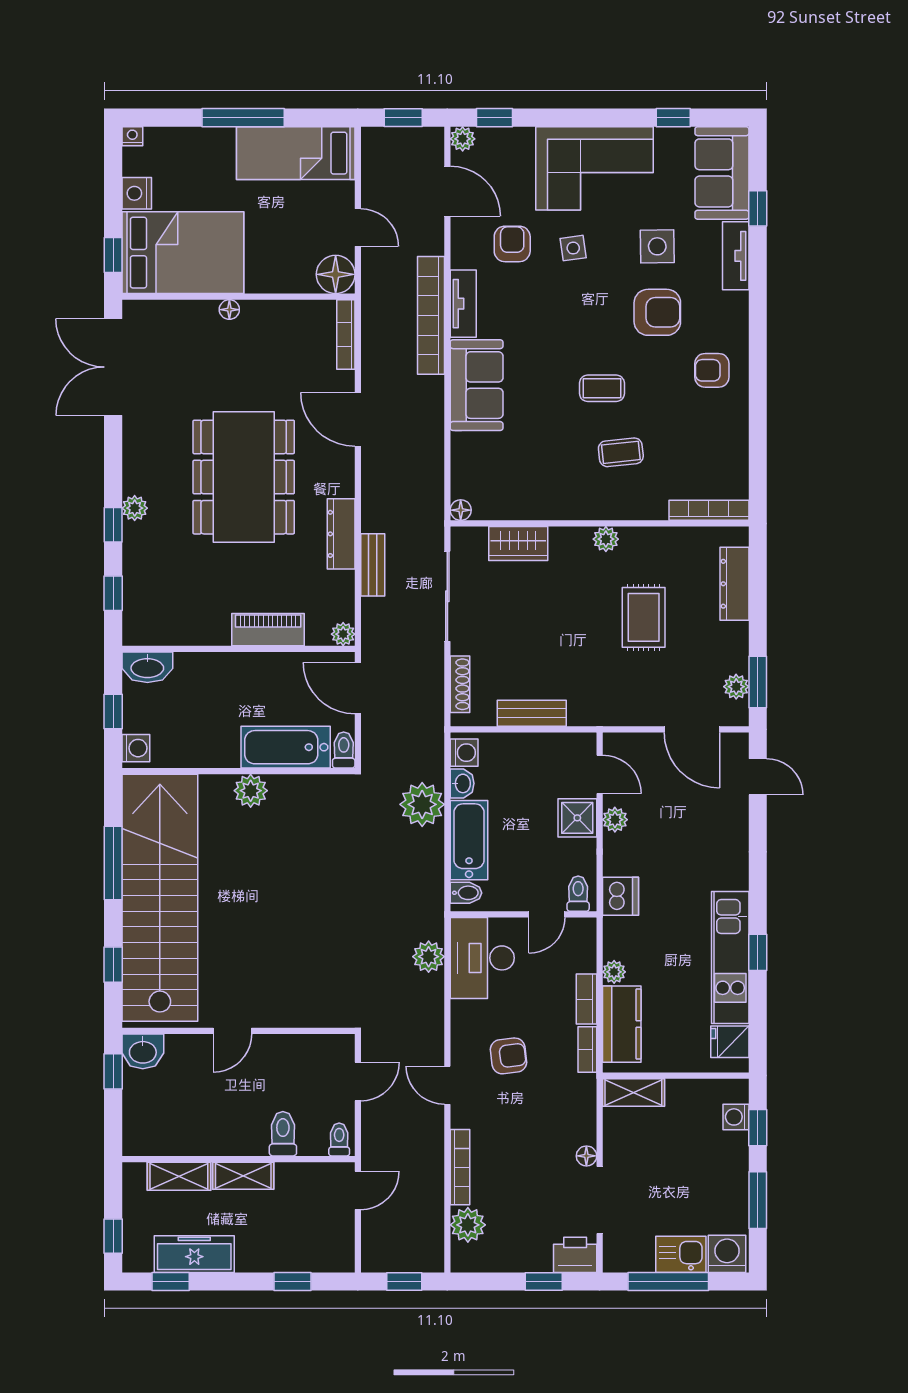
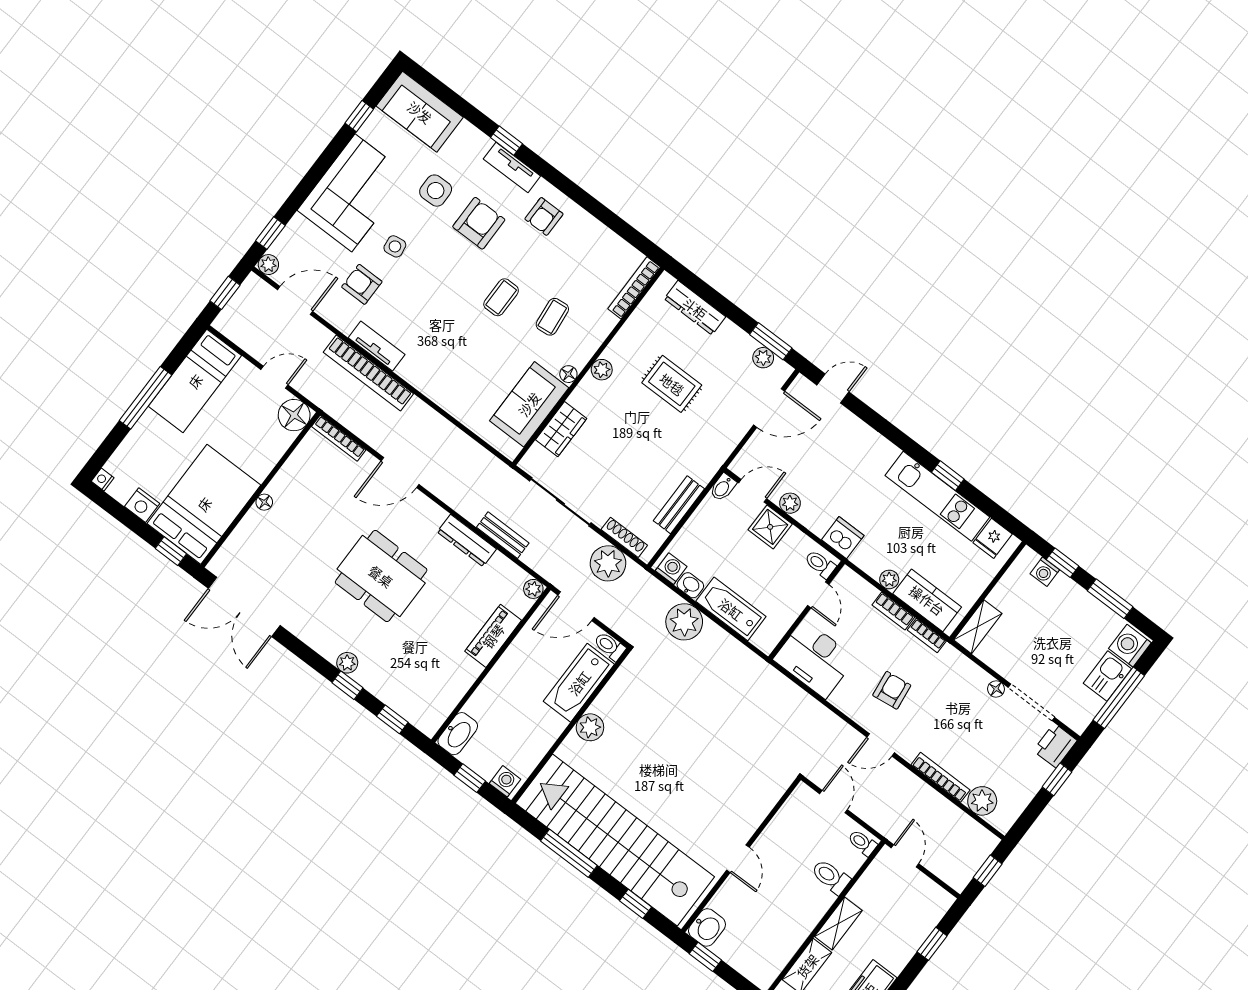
window: (758, 208) -> (506, 141), moved
tv unit: (736, 256) -> (512, 167), moved
sofa: (477, 385) -> (529, 404), moved, turned -90
dining table: (244, 477) -> (381, 576), width x0.73, depth x0.80
floor lamp: (461, 510) -> (568, 374), moved
bidet: (466, 893) -> (723, 487), moved, turned 180
plant: (429, 957) -> (608, 563), moved, width x1.36, depth x1.36

